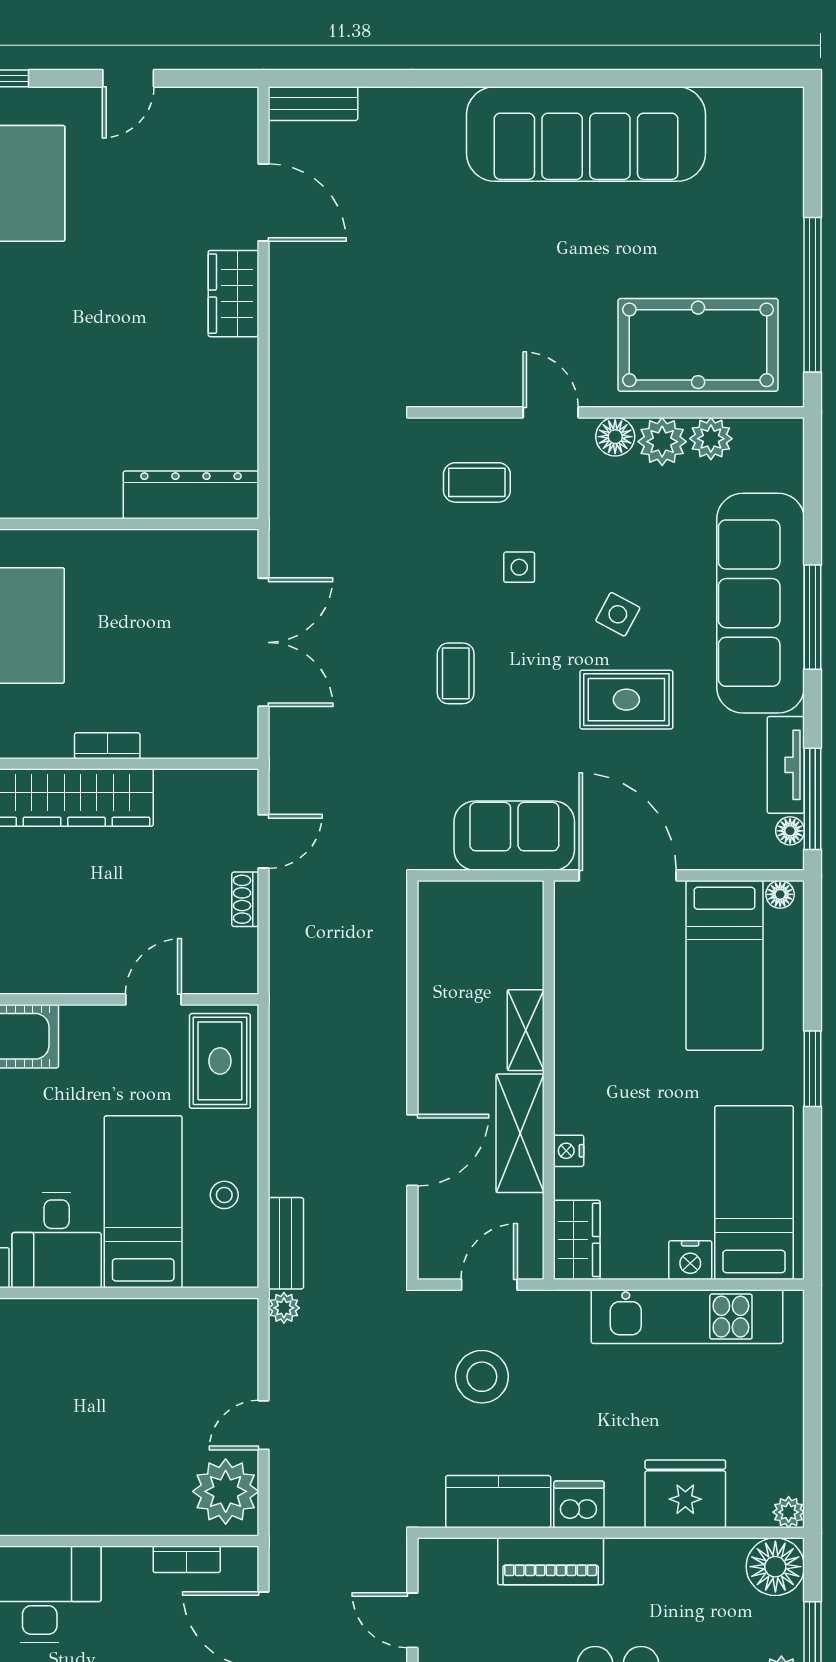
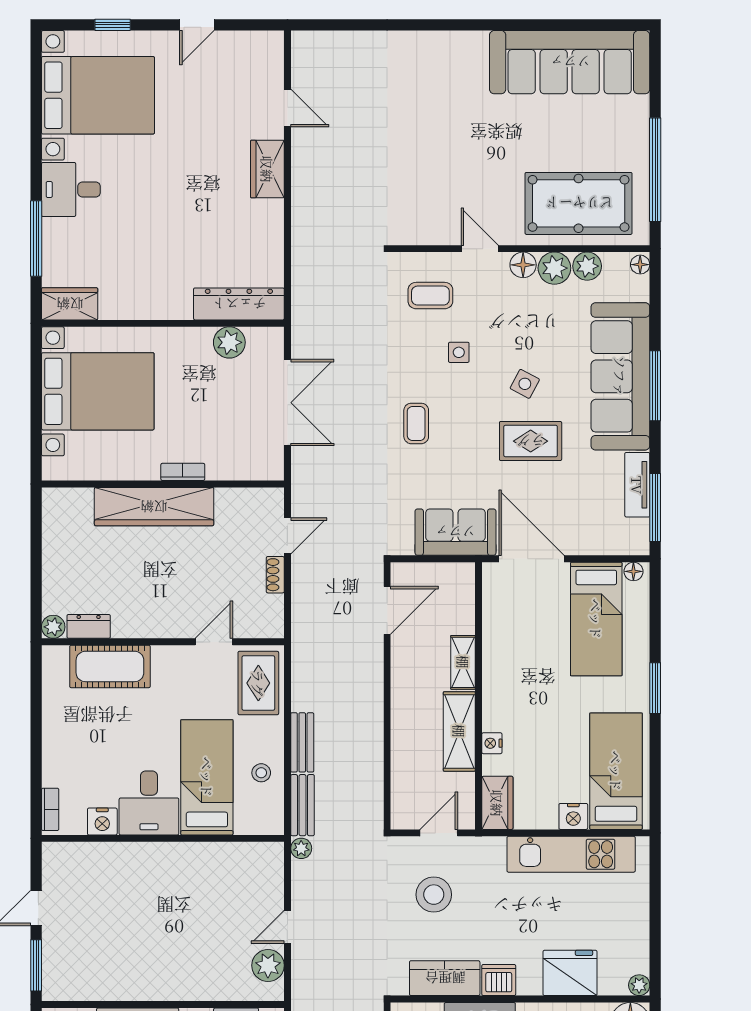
bench: (313, 104) -> (302, 742), moved, turned 90
sofa: (586, 134) -> (570, 62), moved
door: (263, 202) -> (287, 108), width x0.73
plant: (177, 552) -> (229, 342), added
floor lamp: (790, 831) -> (640, 265), moved
door: (412, 1150) -> (387, 610), moved
plant: (226, 1491) -> (268, 965), width x0.73, depth x0.73

